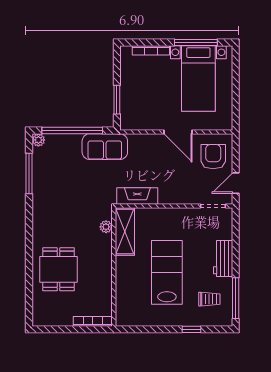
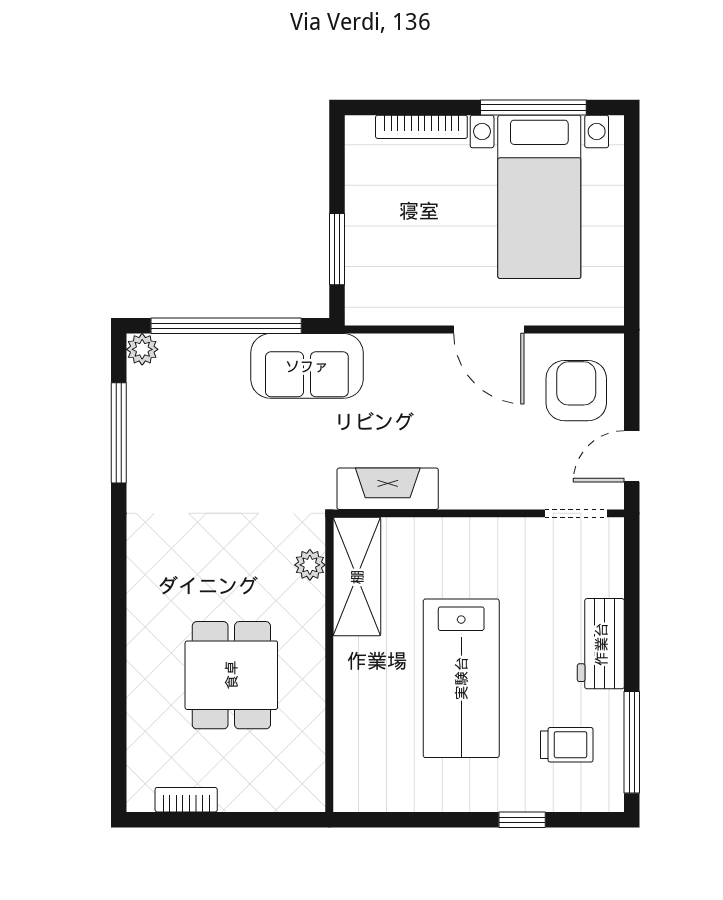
dining table: (59, 269) -> (231, 675), moved
lab bench: (167, 272) -> (461, 678), turned 180
bookcase: (93, 321) -> (186, 800), moved, width x0.64

